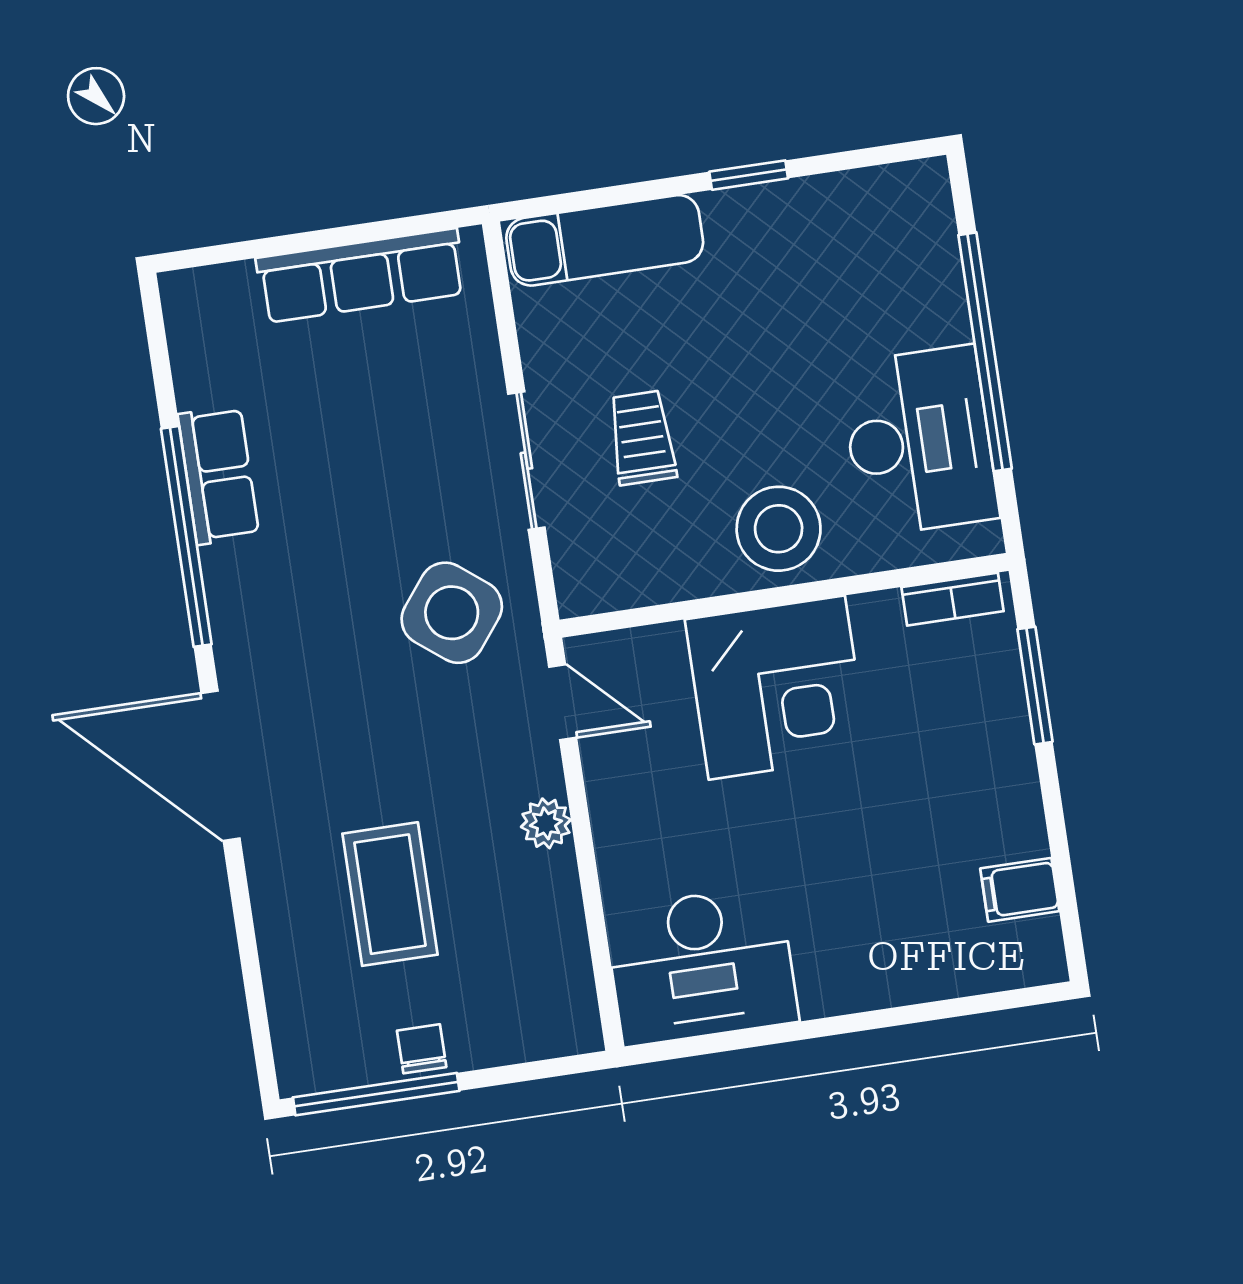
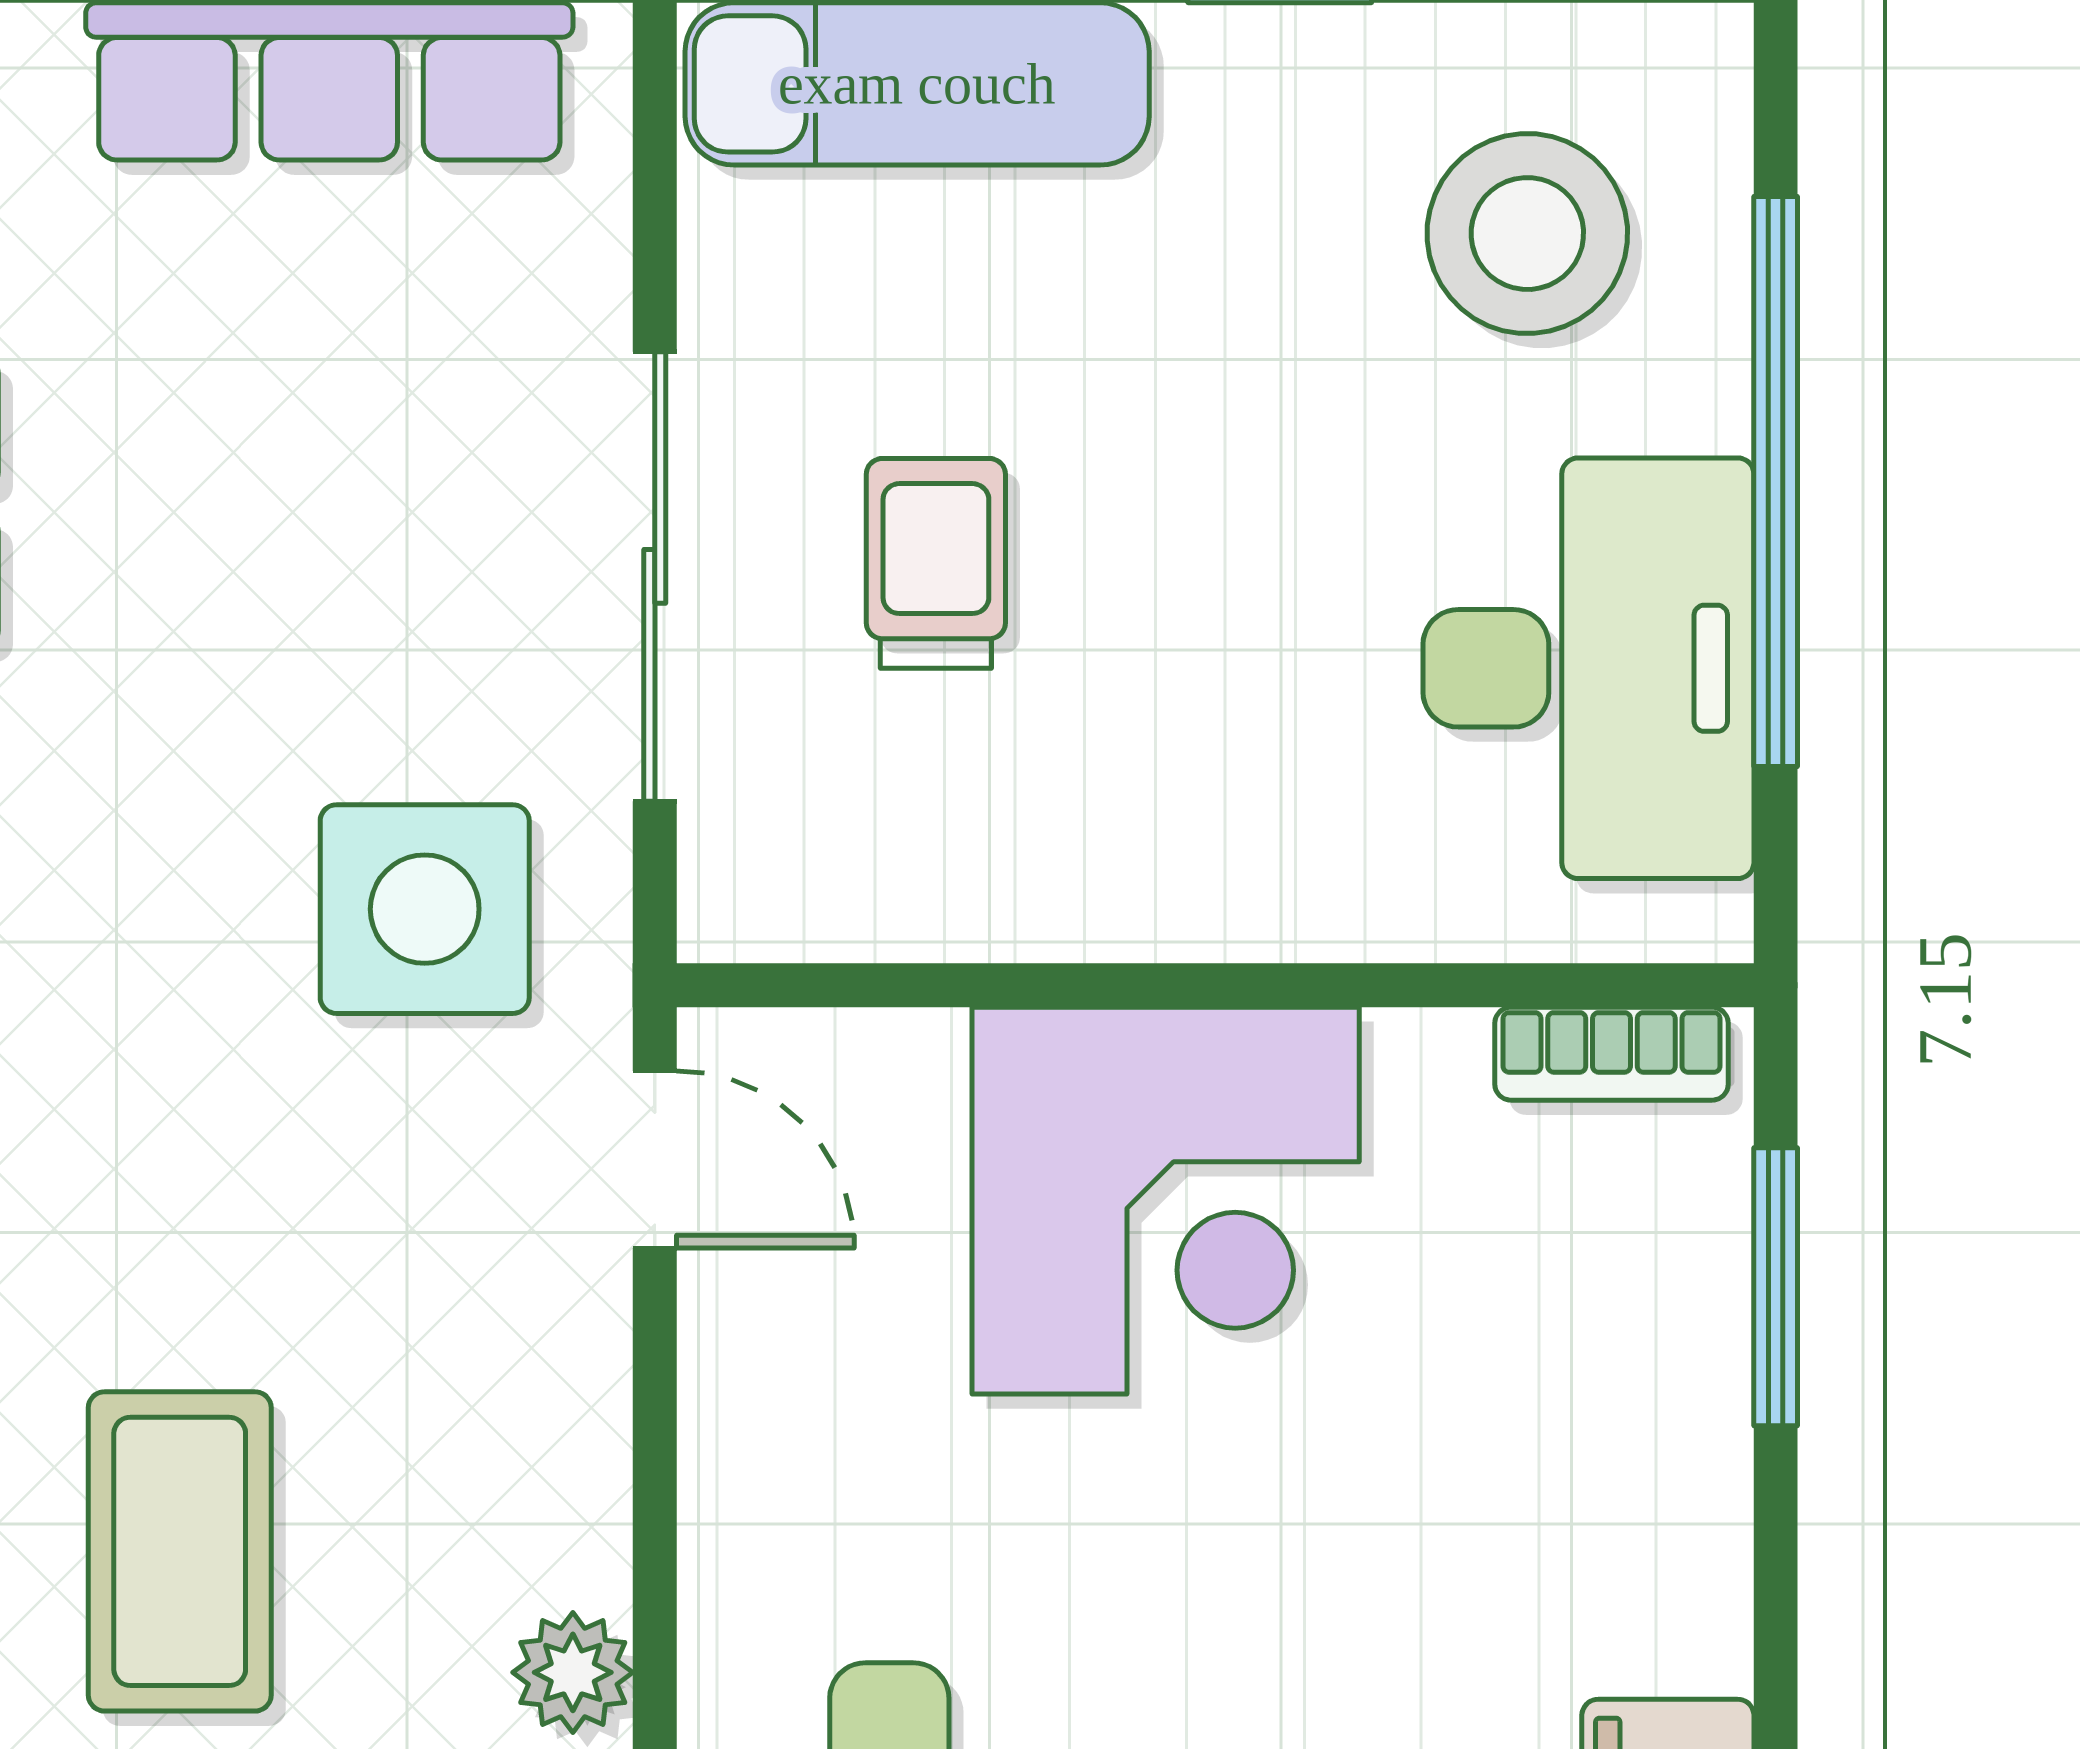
sliding door: (526, 461) -> (655, 576), width x1.37
stool: (779, 529) -> (1527, 234), moved
side table: (452, 613) -> (425, 909), turned -38
plant: (546, 823) -> (573, 1672), moved

